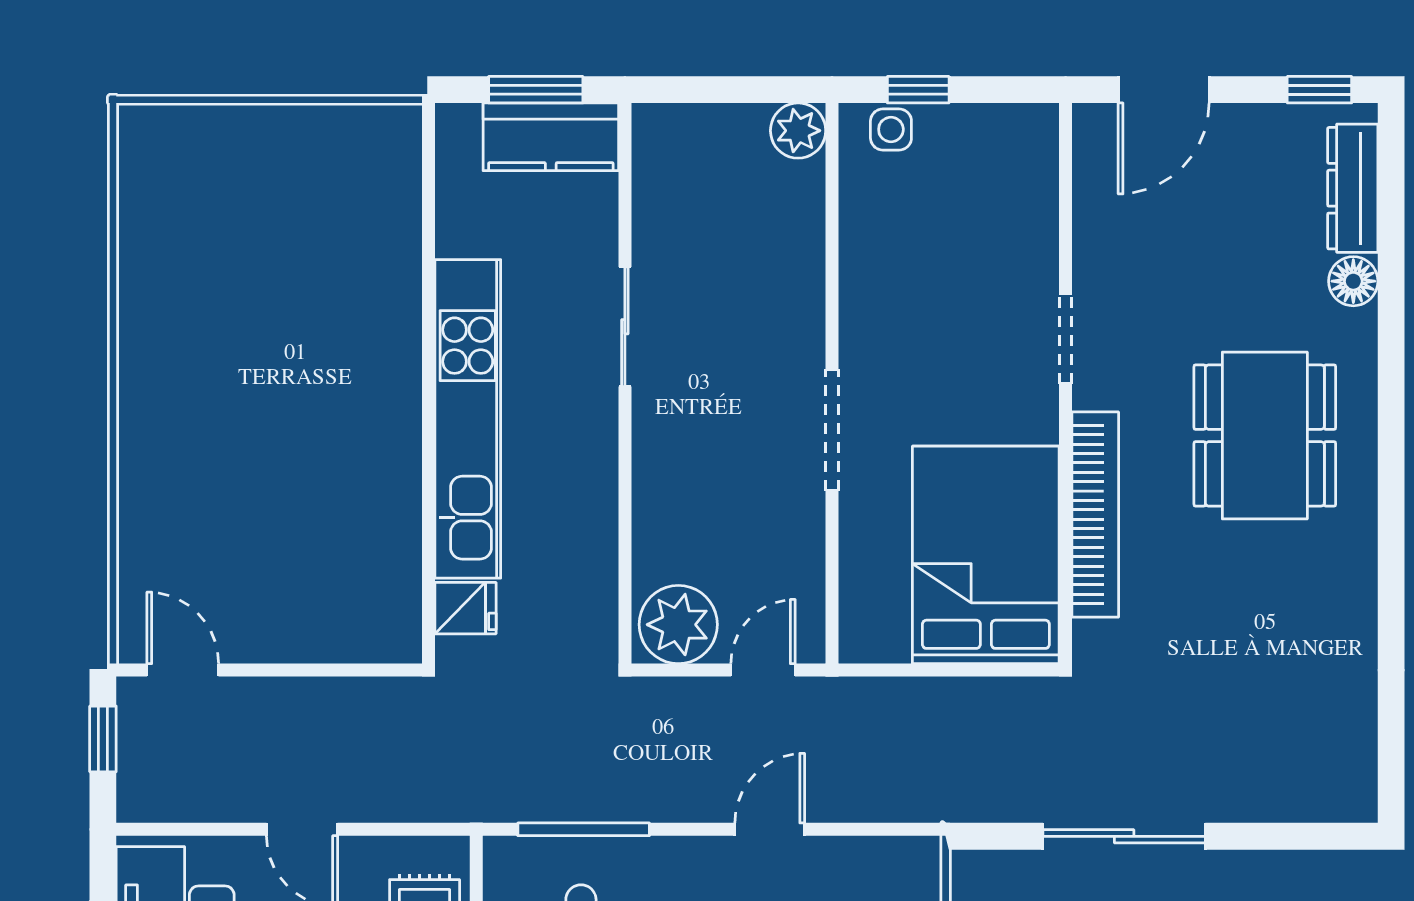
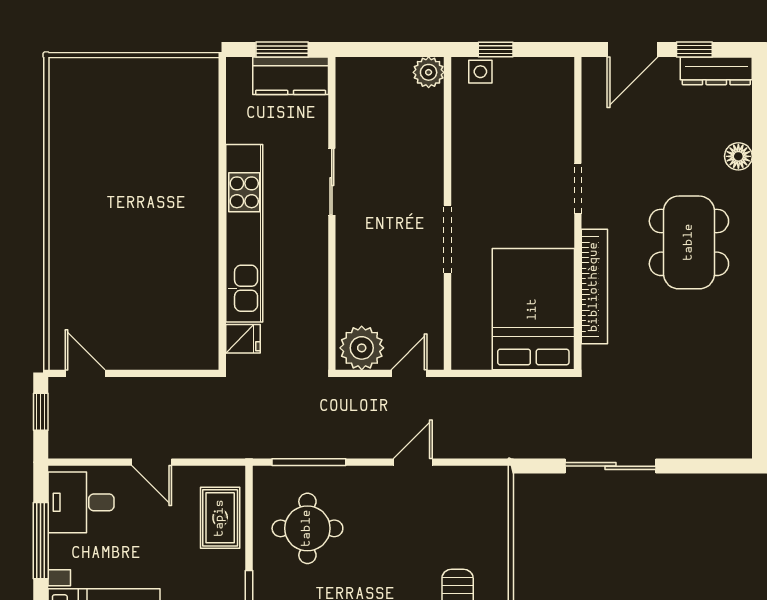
window: (1319, 90) -> (694, 49), moved
dresser: (1353, 188) -> (716, 71), moved, turned -90

